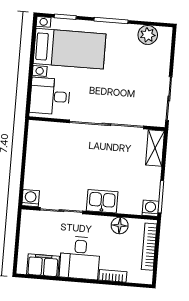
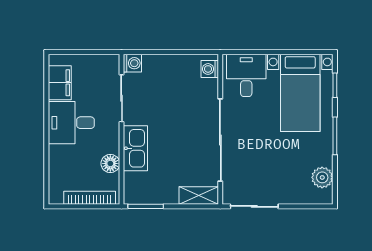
kitchen sink: (102, 201) -> (135, 148), width x1.38
washing machine: (150, 208) -> (210, 69), moved, turned 180
bookcase: (113, 276) -> (54, 160), removed

